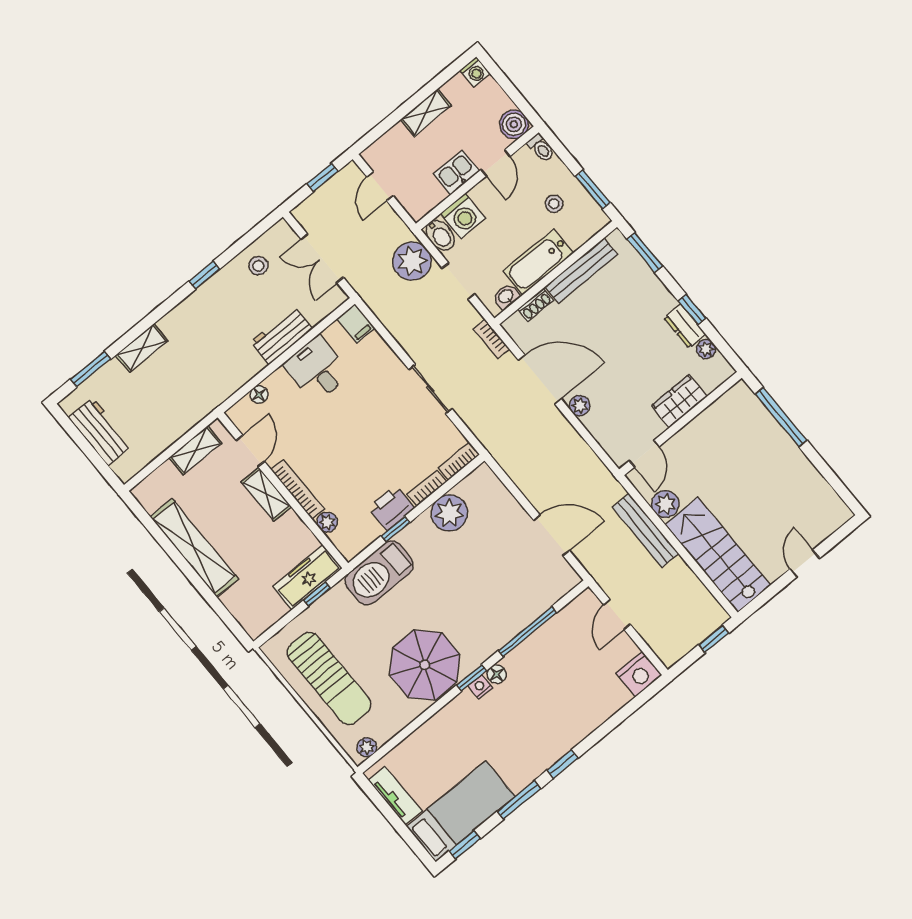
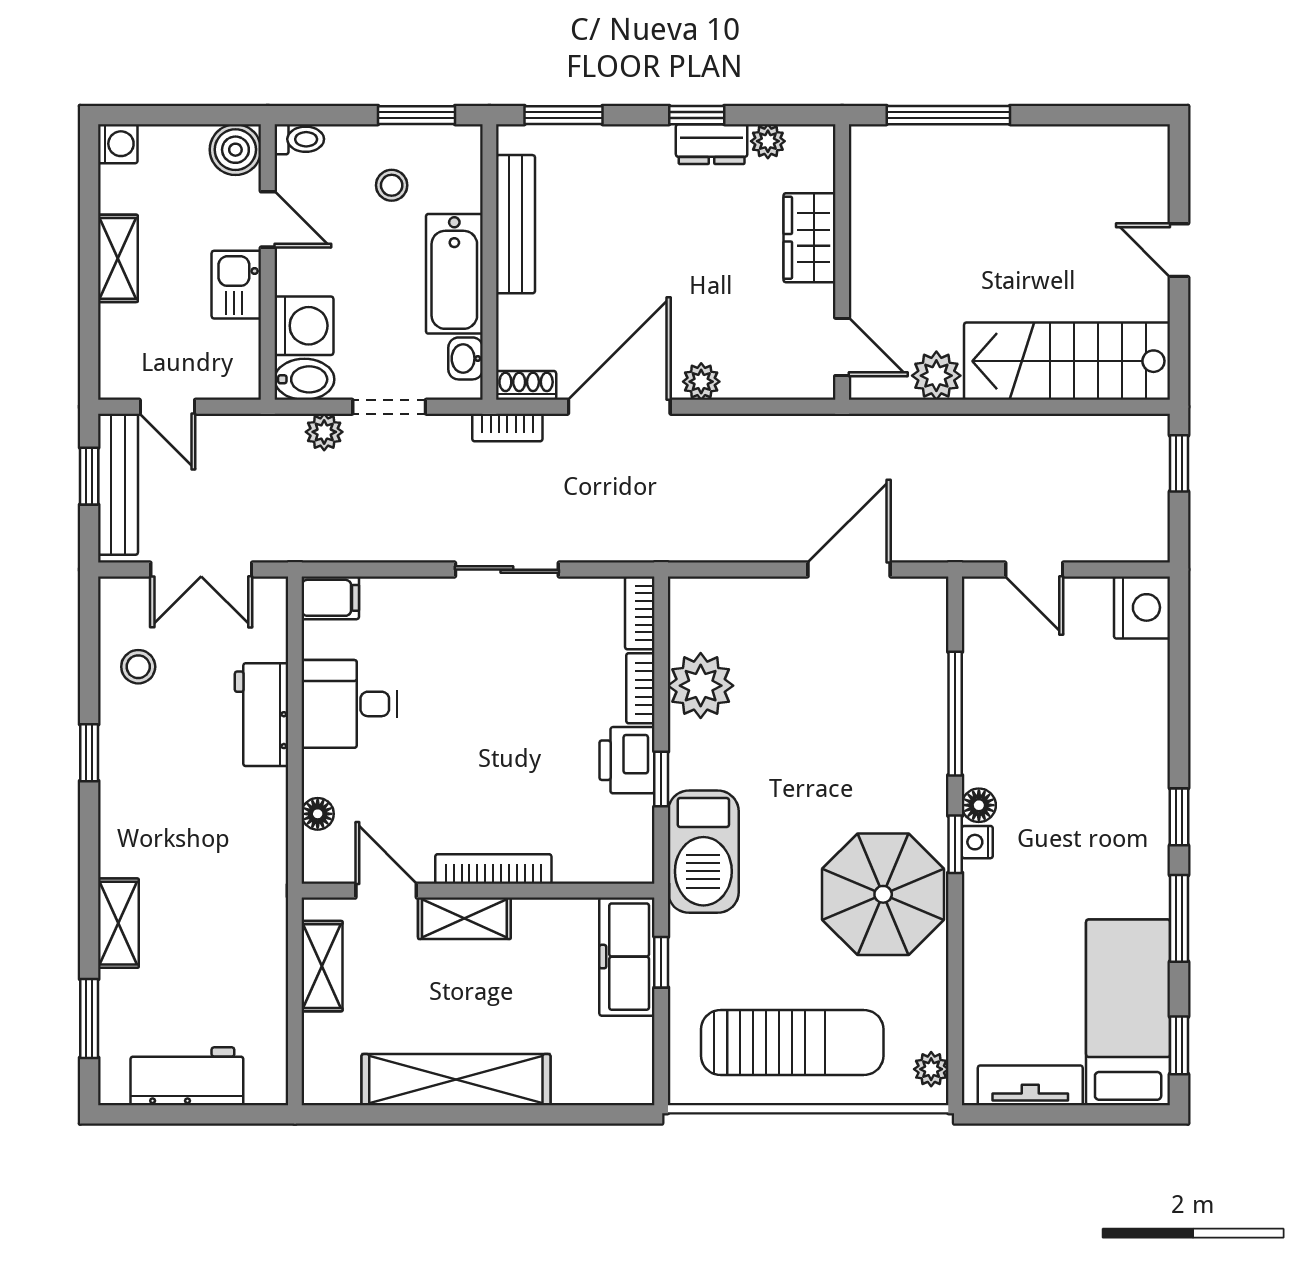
plant: (412, 261) -> (324, 432), width x0.53, depth x0.53
shoe rack: (536, 305) -> (526, 385), moved, turned -90
plant: (327, 522) -> (573, 866), removed
bench: (646, 530) -> (118, 484), moved, turned 90

